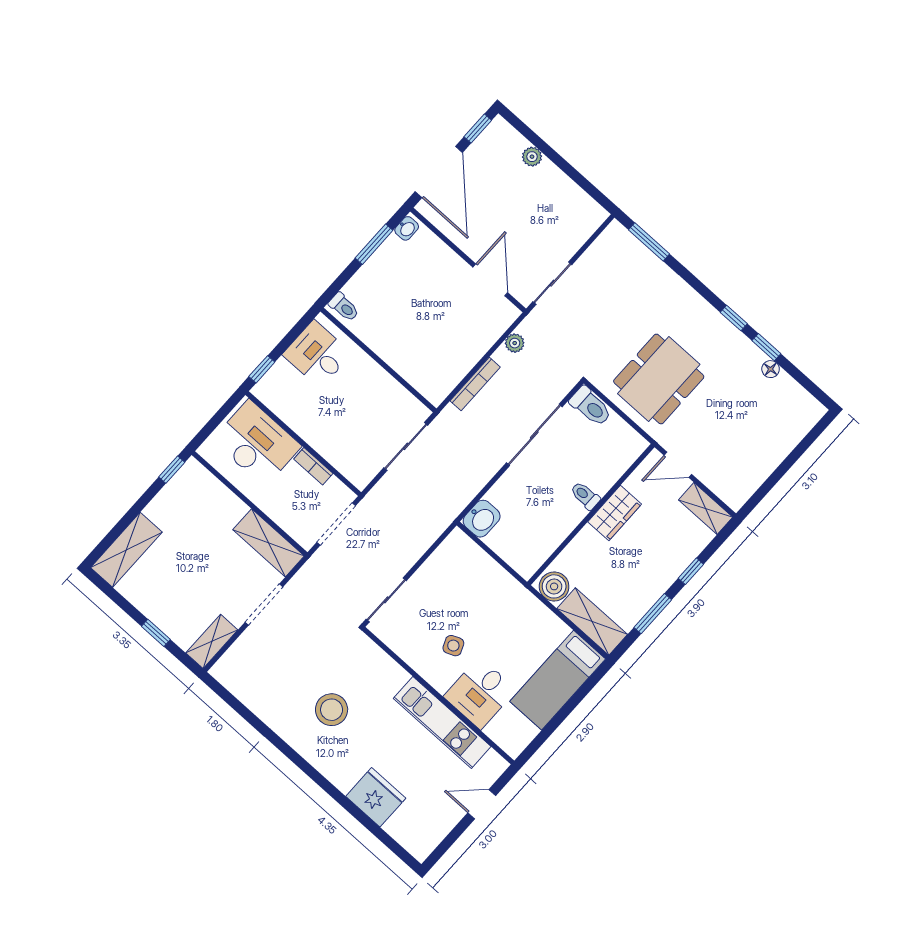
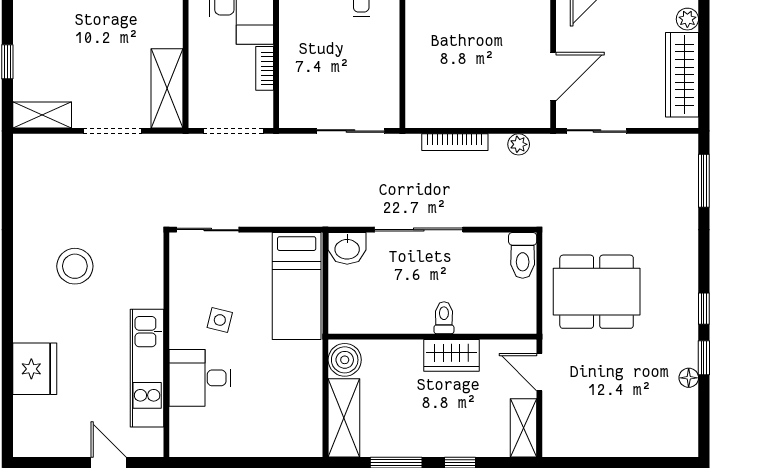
wardrobe: (566, 193) -> (682, 75), added
sliding door: (534, 435) -> (419, 230), moved
side table: (453, 646) -> (220, 320), turned 37
bed: (558, 680) -> (297, 286), moved, turned -90

